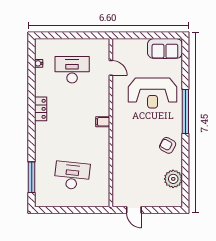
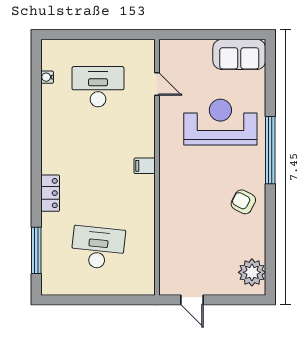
reception desk: (153, 93) -> (220, 122), turned 180
locker: (41, 109) -> (50, 193), moved
plant: (173, 179) -> (252, 272), moved

